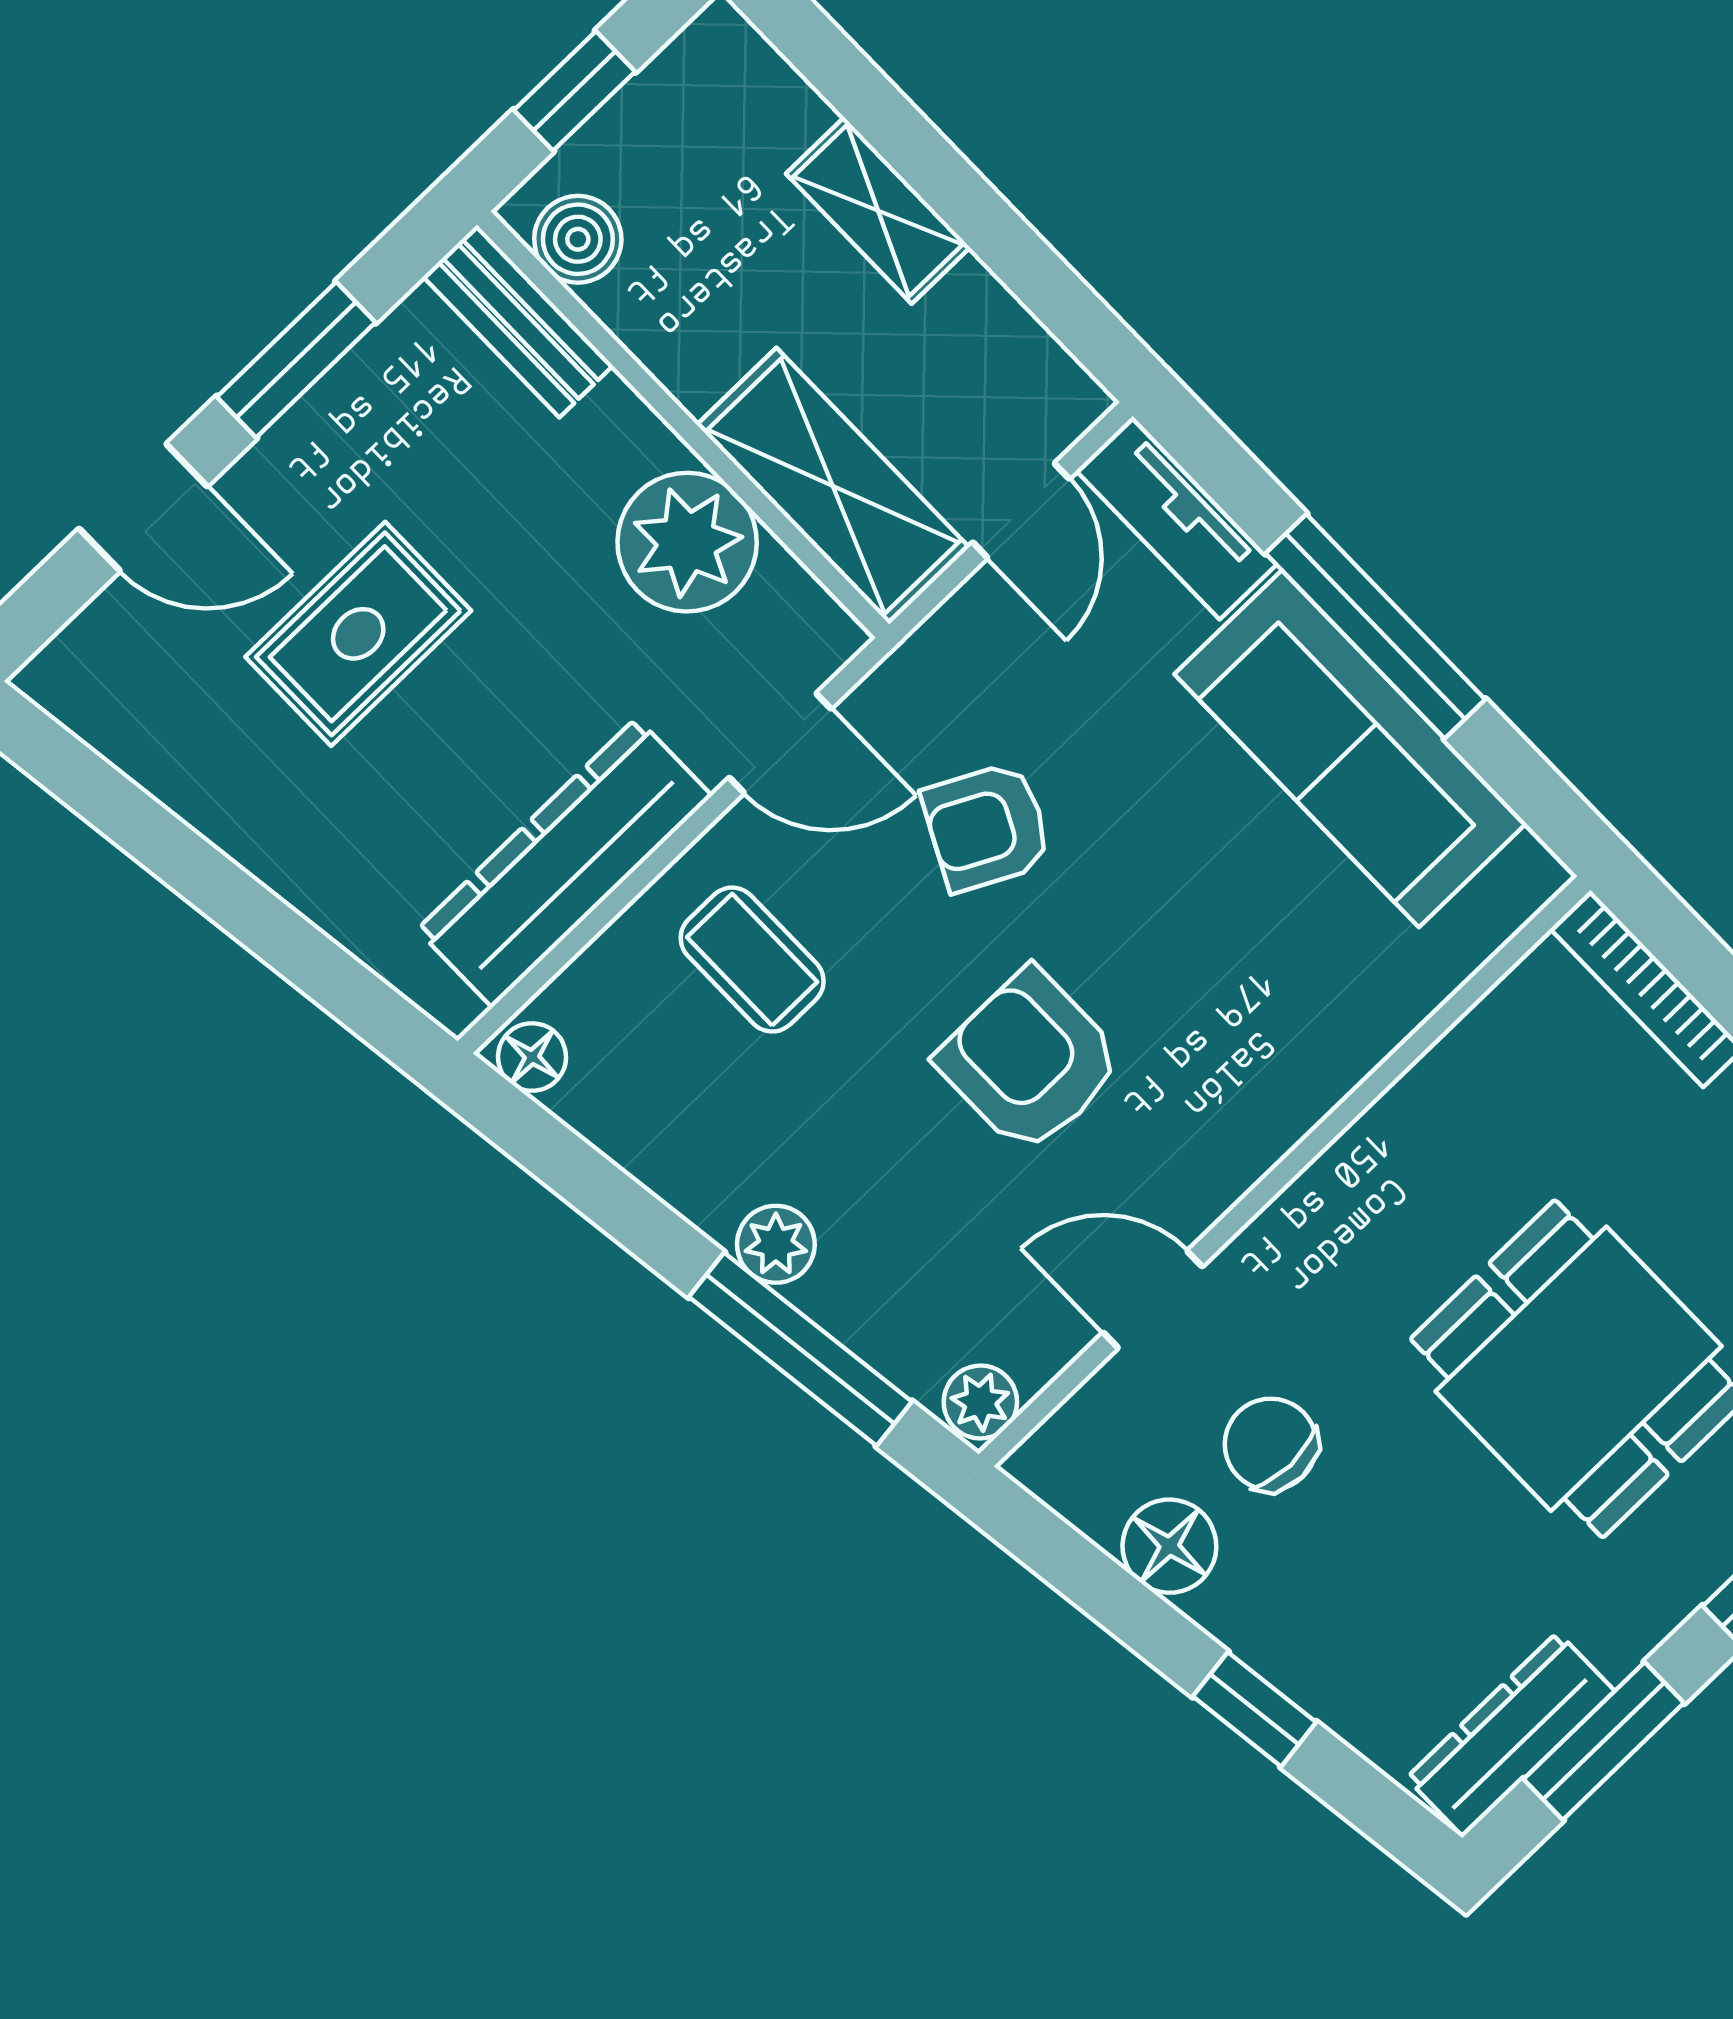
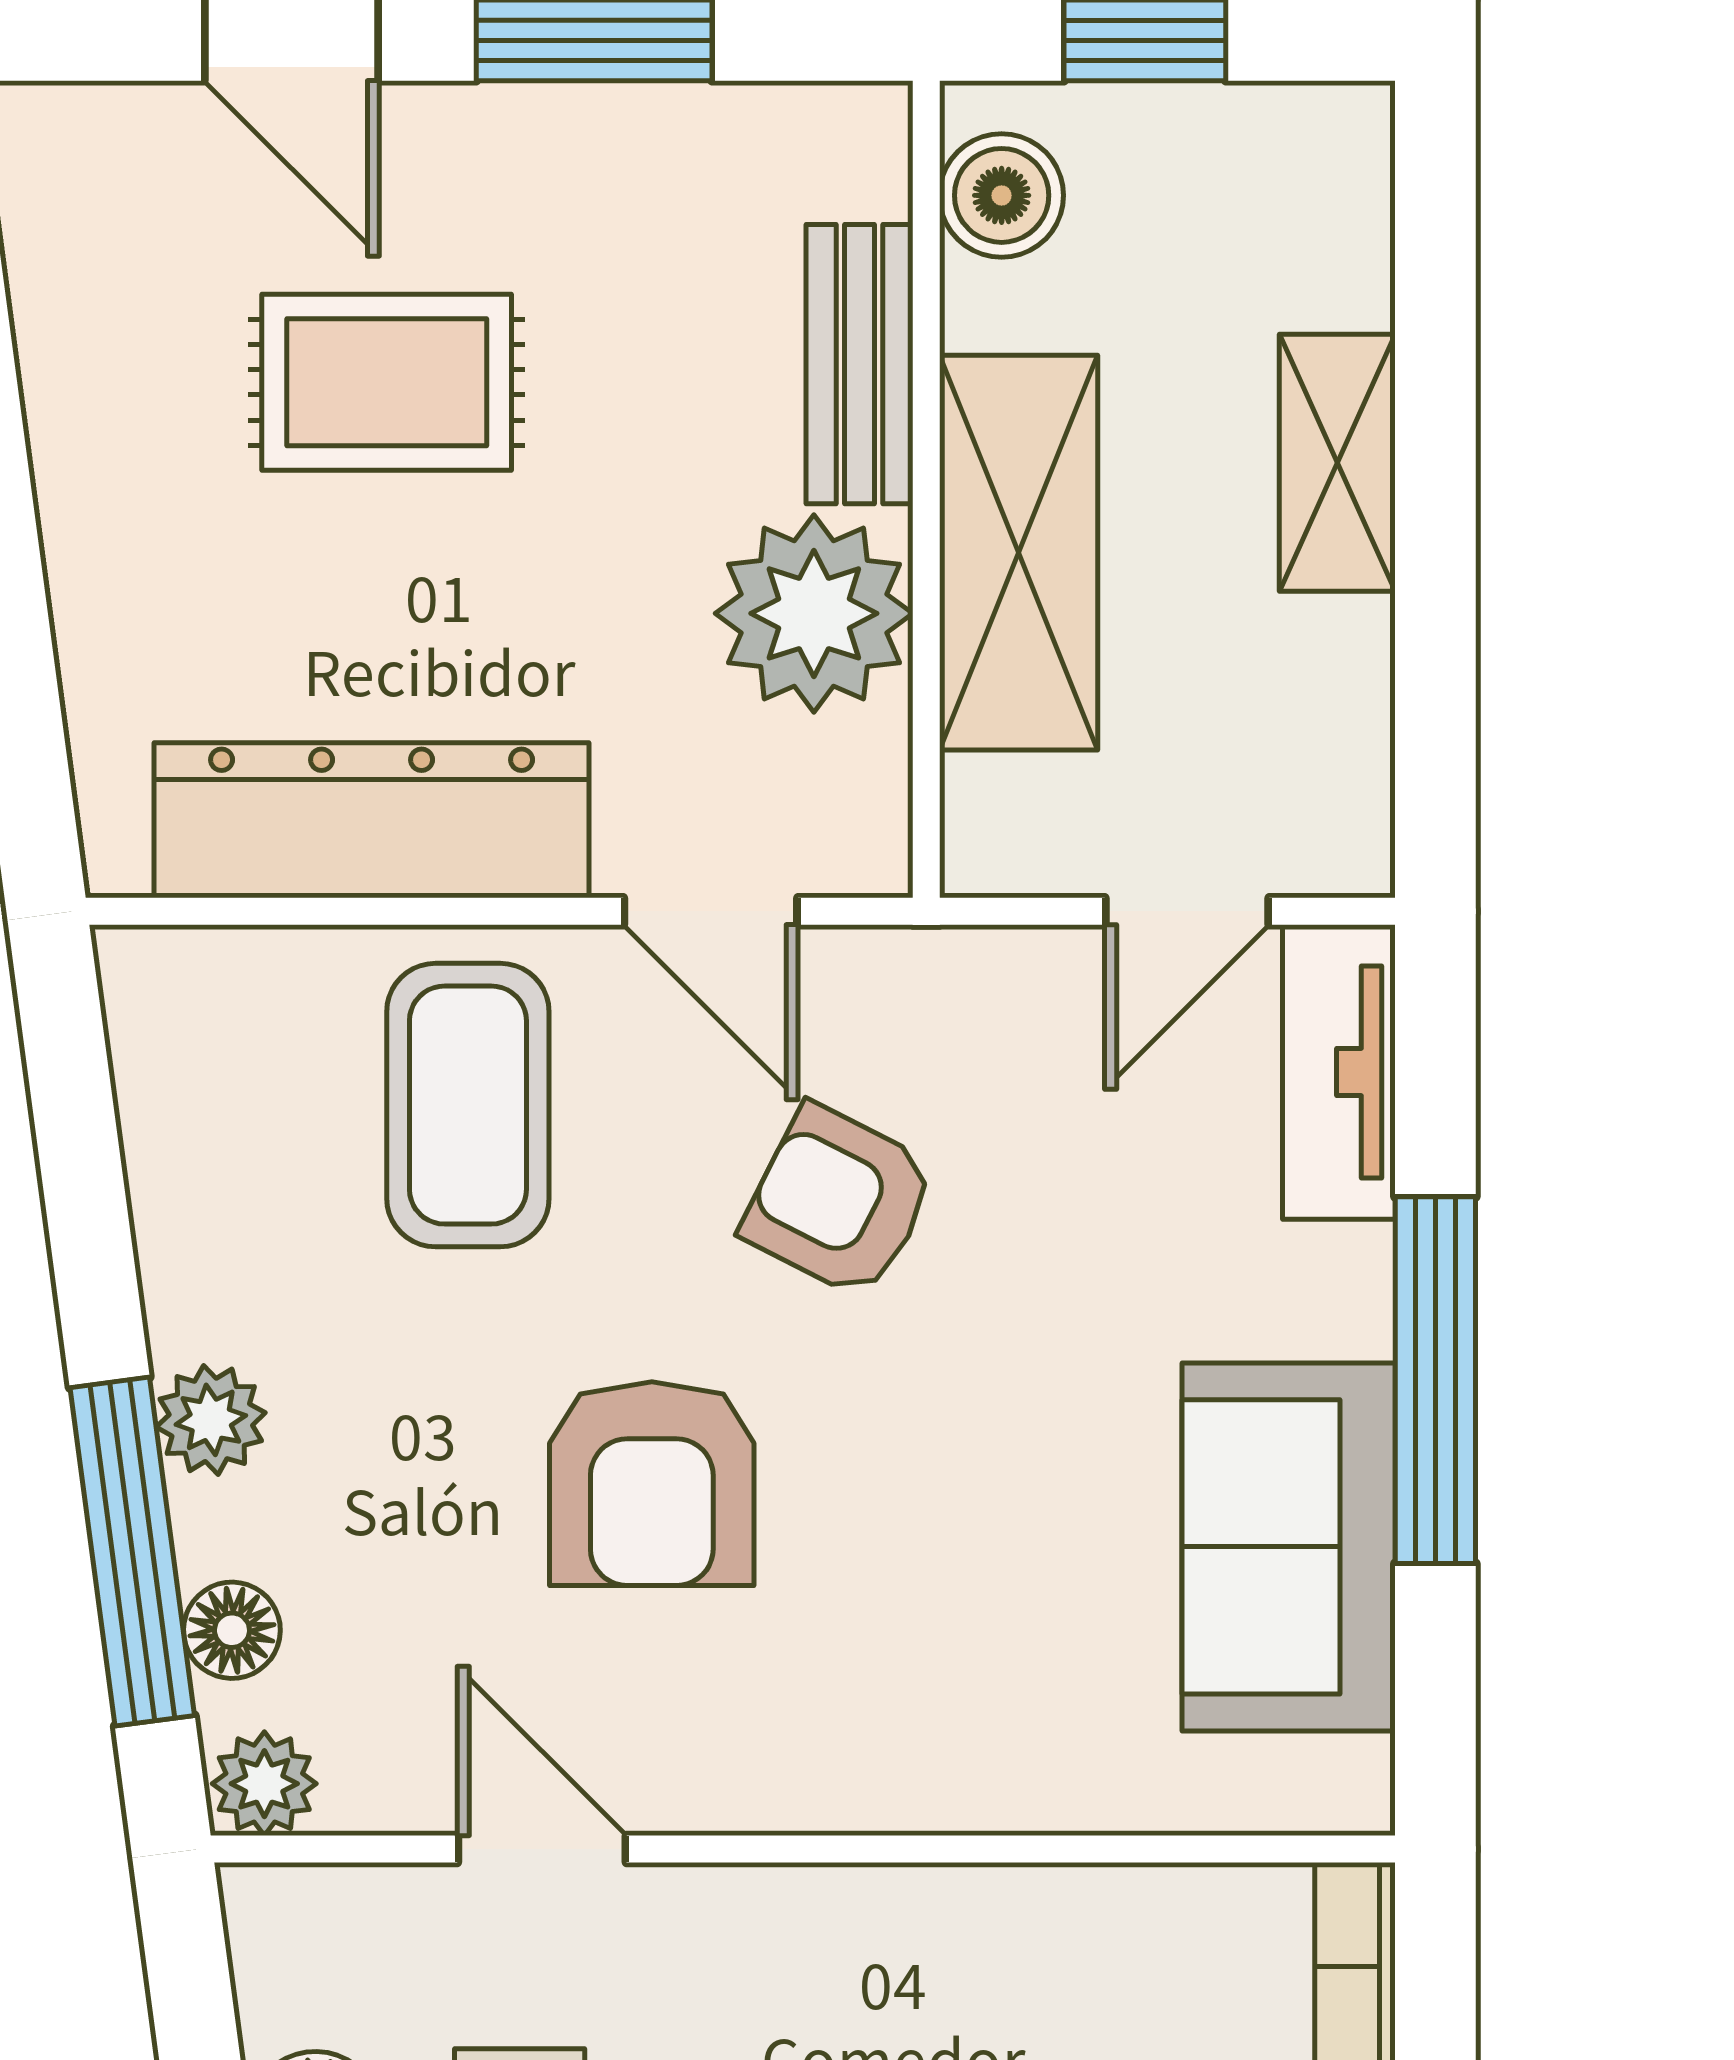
bench: (518, 321) -> (860, 364), moved
shelving: (833, 486) -> (1019, 553), moved
sofa: (1350, 749) -> (1289, 1547), width x0.73
coffee table: (752, 960) -> (468, 1105), width x1.36, depth x1.30
floor lamp: (532, 1057) -> (232, 1630), moved
armchair: (1030, 1061) -> (652, 1484), turned 180

